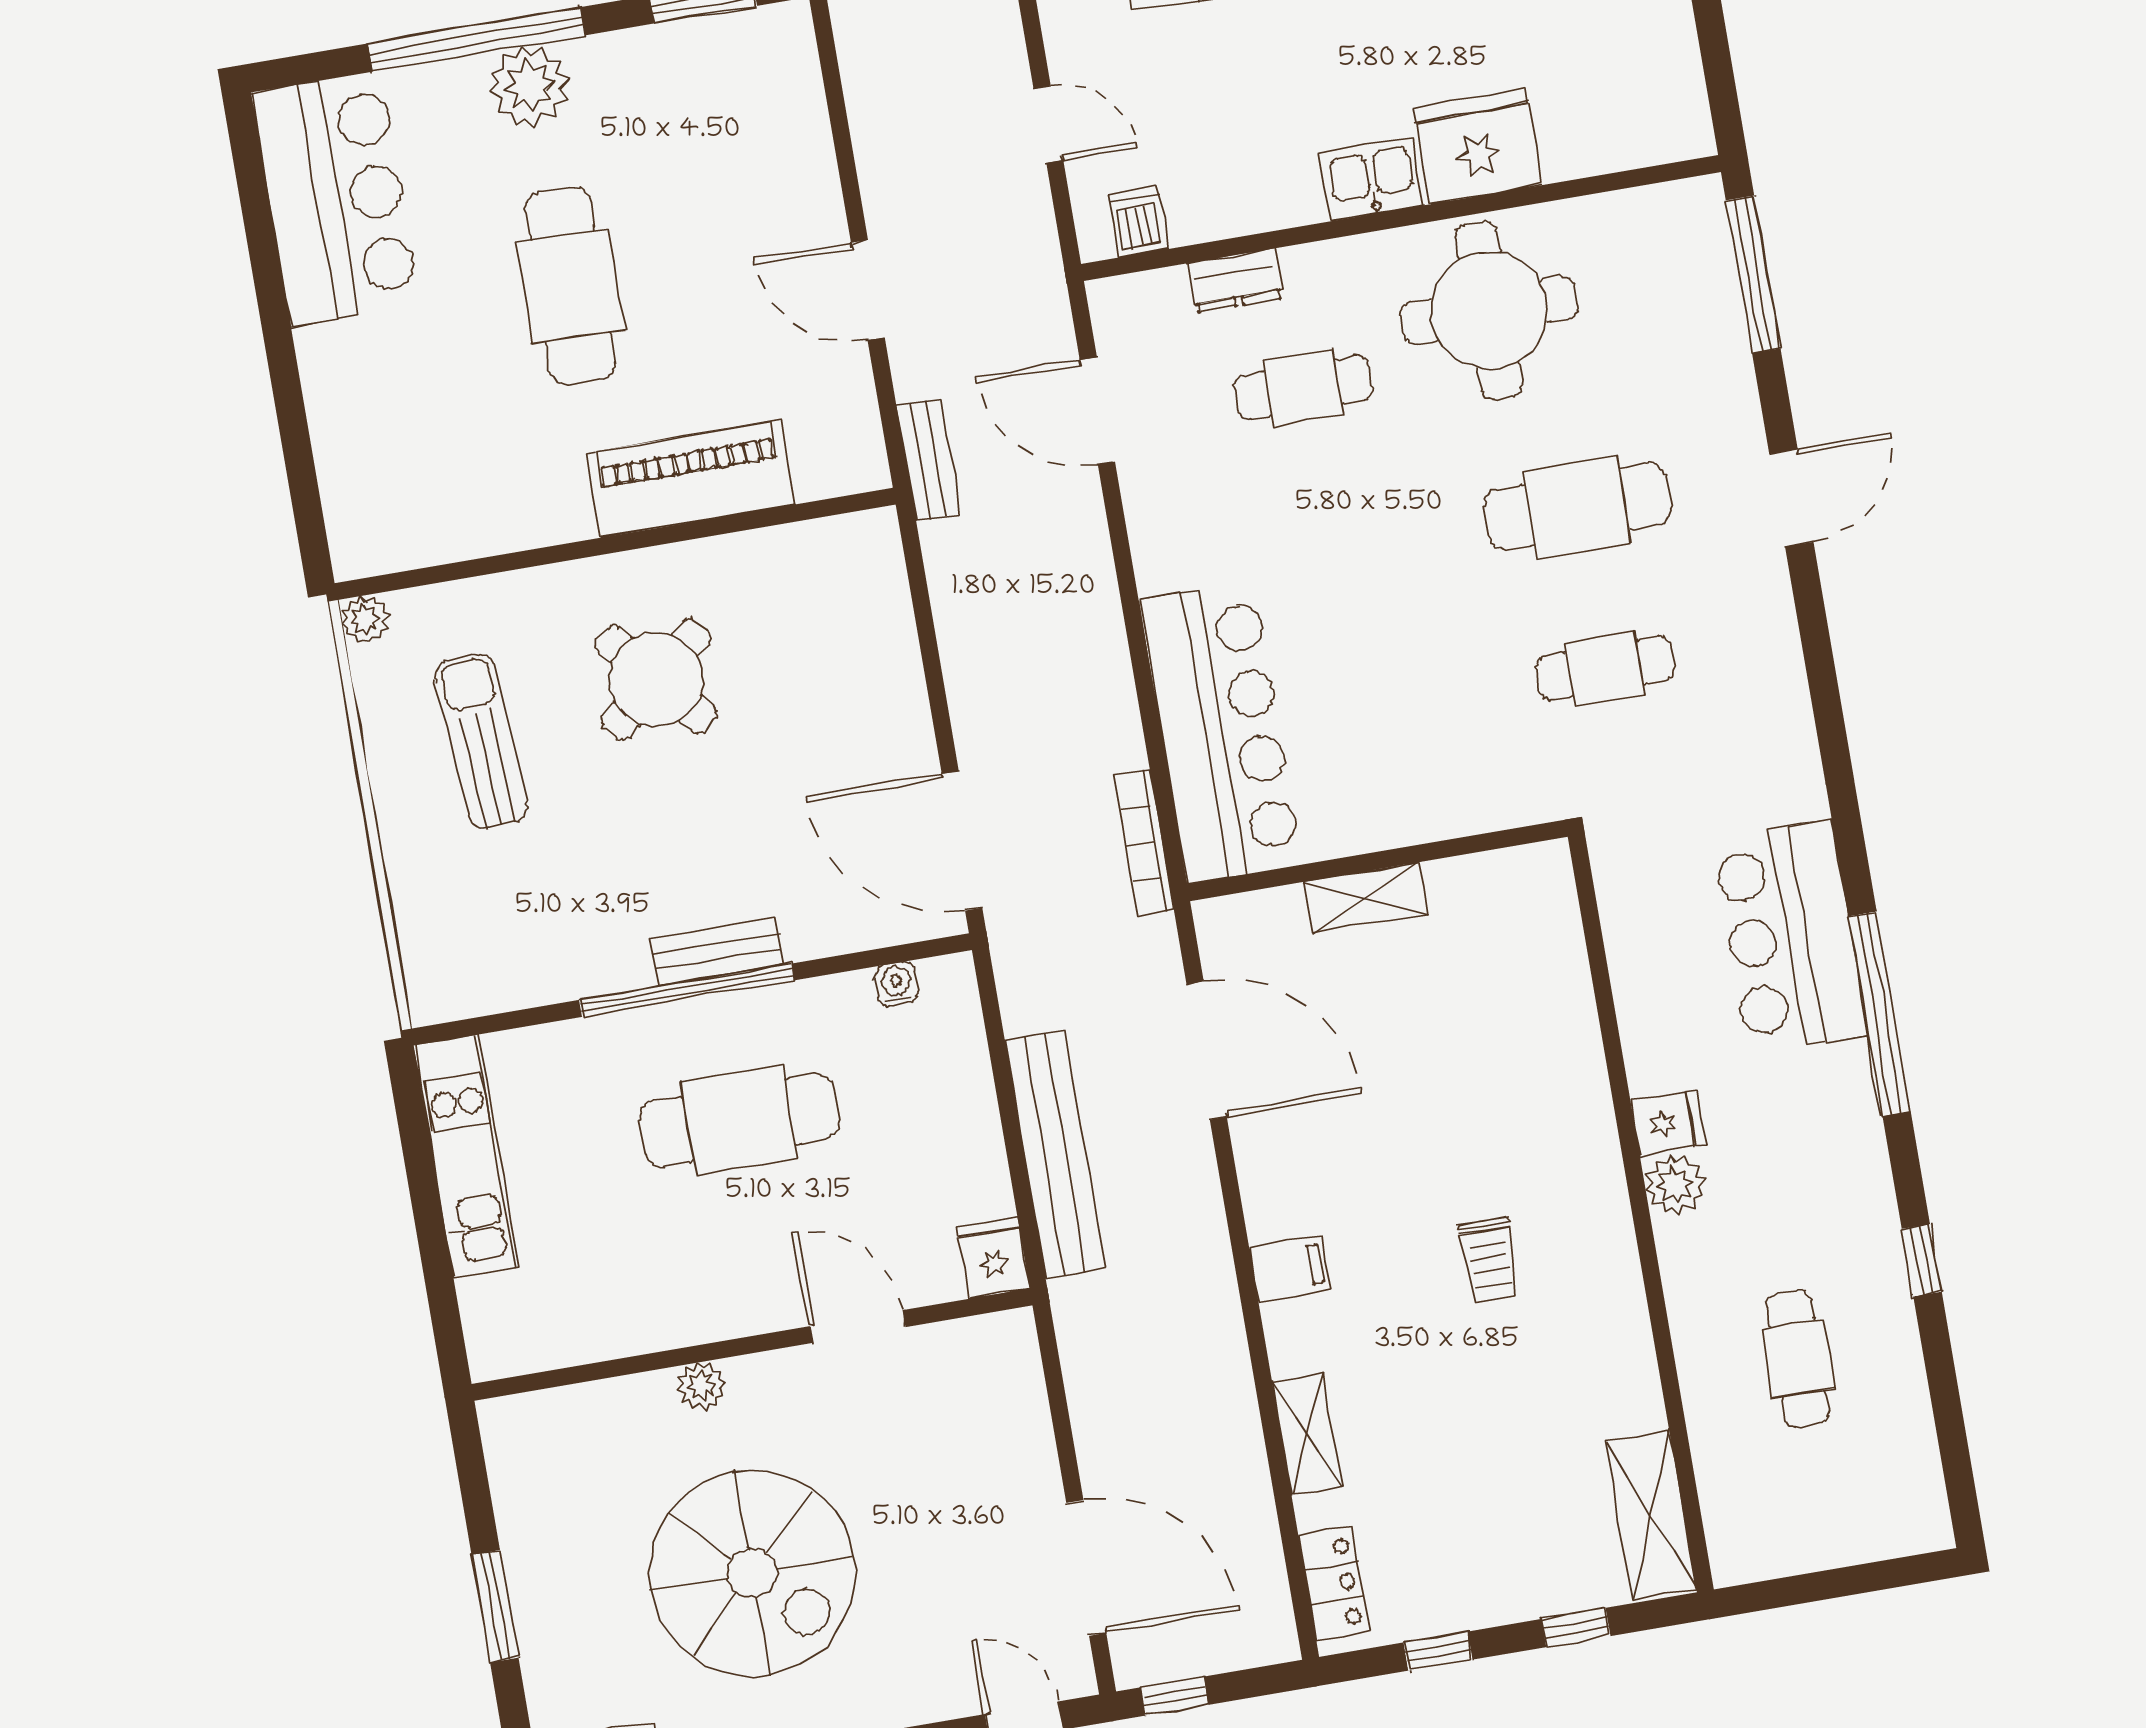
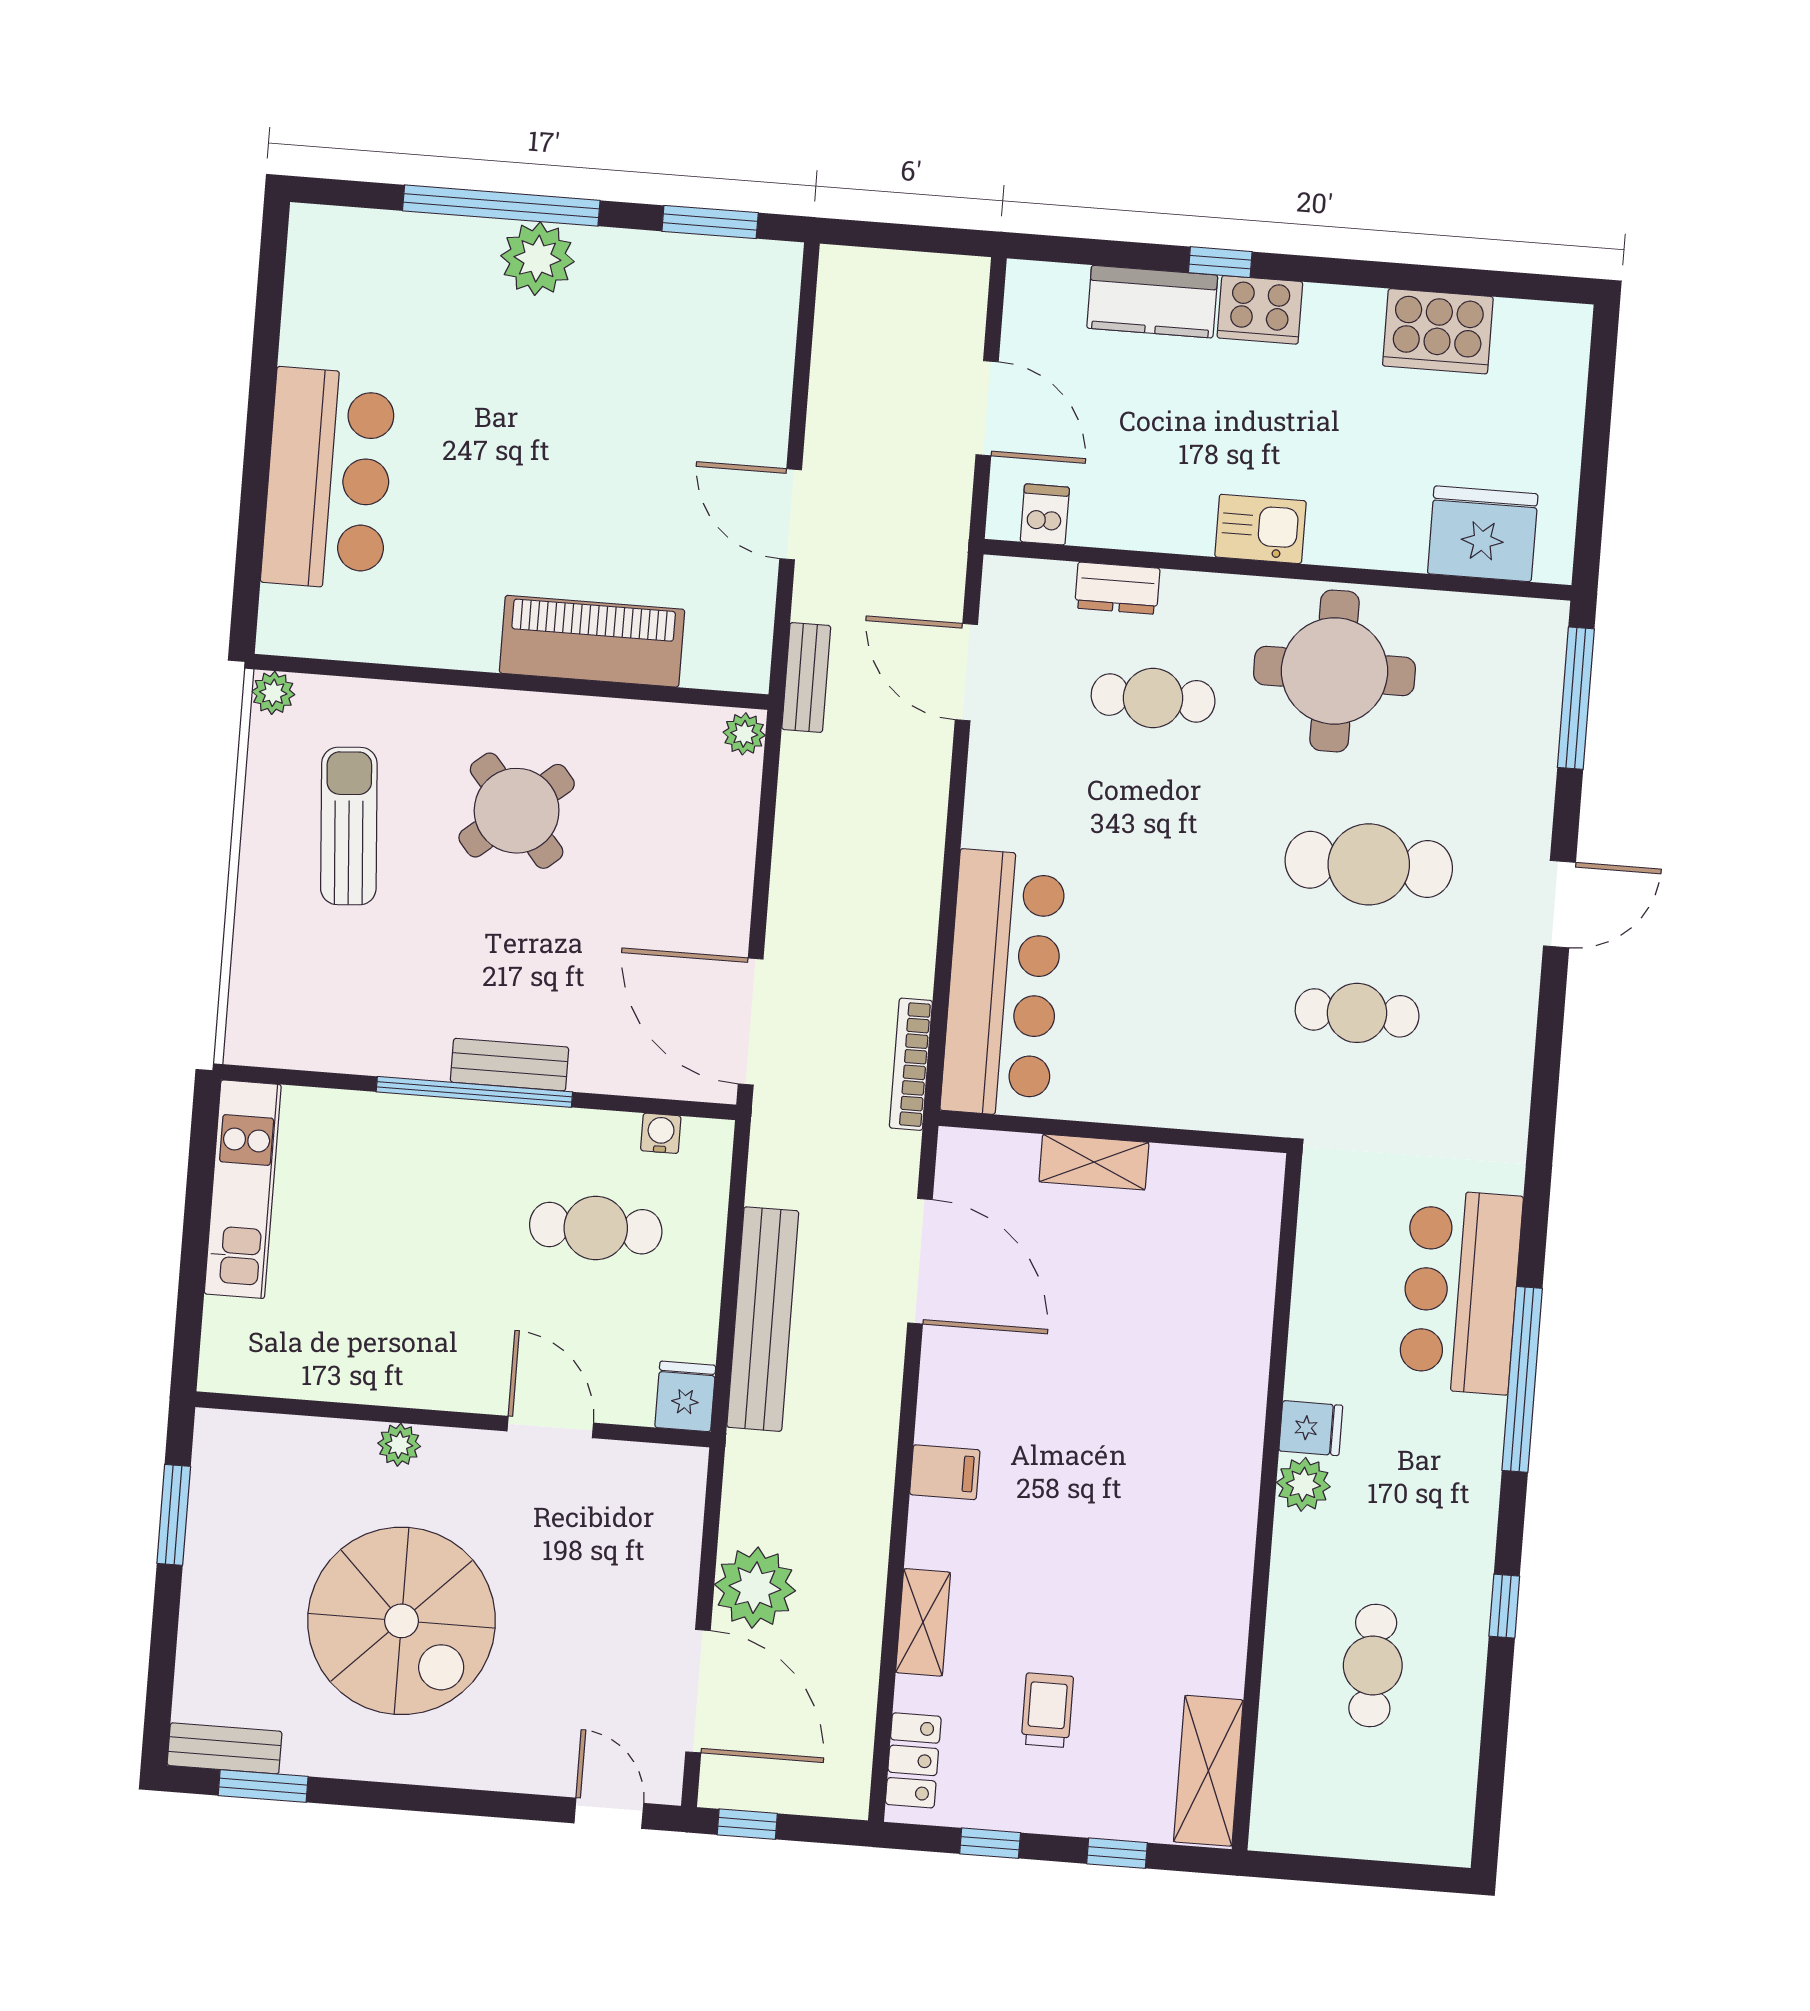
door: (1048, 124) -> (987, 408), width x1.38
fridge: (1478, 147) -> (1483, 534), moved
bar counter: (336, 199) -> (329, 479), moved
cafe table: (570, 286) -> (529, 444), removed
plant: (877, 536) -> (744, 734), added
cafe table: (739, 1120) -> (596, 1228), moved, width x0.73, depth x0.74
trolley: (1489, 1259) -> (1047, 1710), moved, turned 180
plant: (1119, 1442) -> (755, 1588), added
window: (495, 1606) -> (174, 1515), moved

